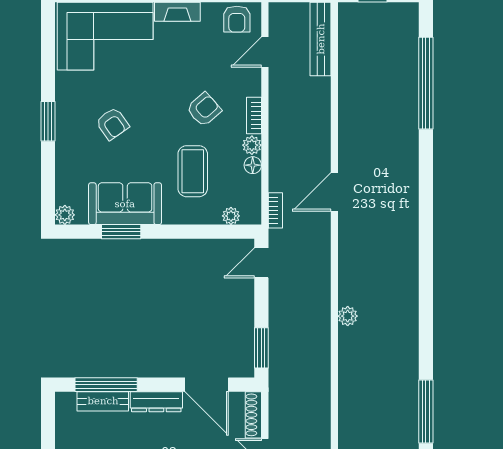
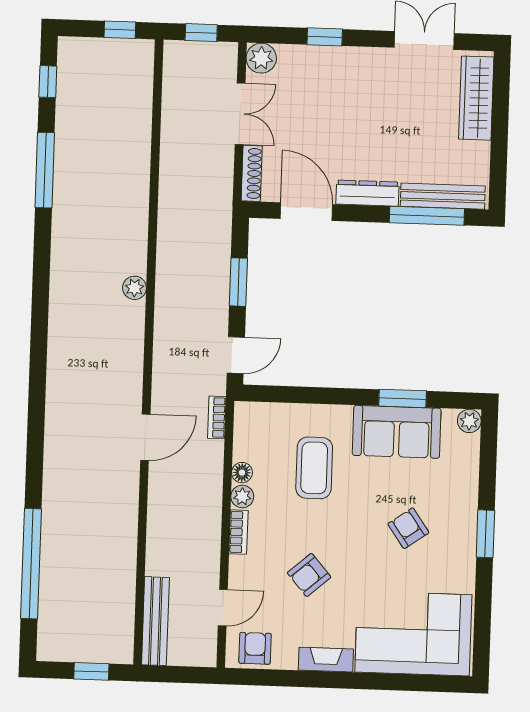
armchair: (204, 109) -> (309, 575), moved
plant: (231, 216) -> (270, 413), removed
window: (261, 348) -> (238, 282), moved
bench: (103, 401) -> (443, 196), width x1.36

